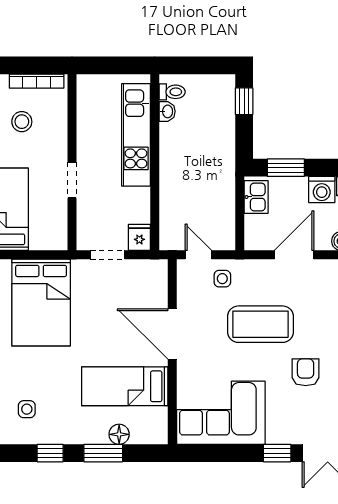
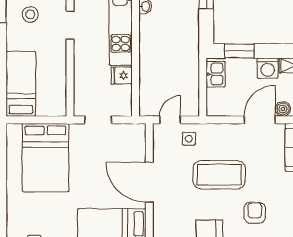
doorway: (72, 180) -> (70, 25), moved
fridge: (139, 237) -> (122, 75), moved, turned -90
door: (198, 255) -> (170, 120), hinge flipped
door: (294, 255) -> (260, 120), moved

